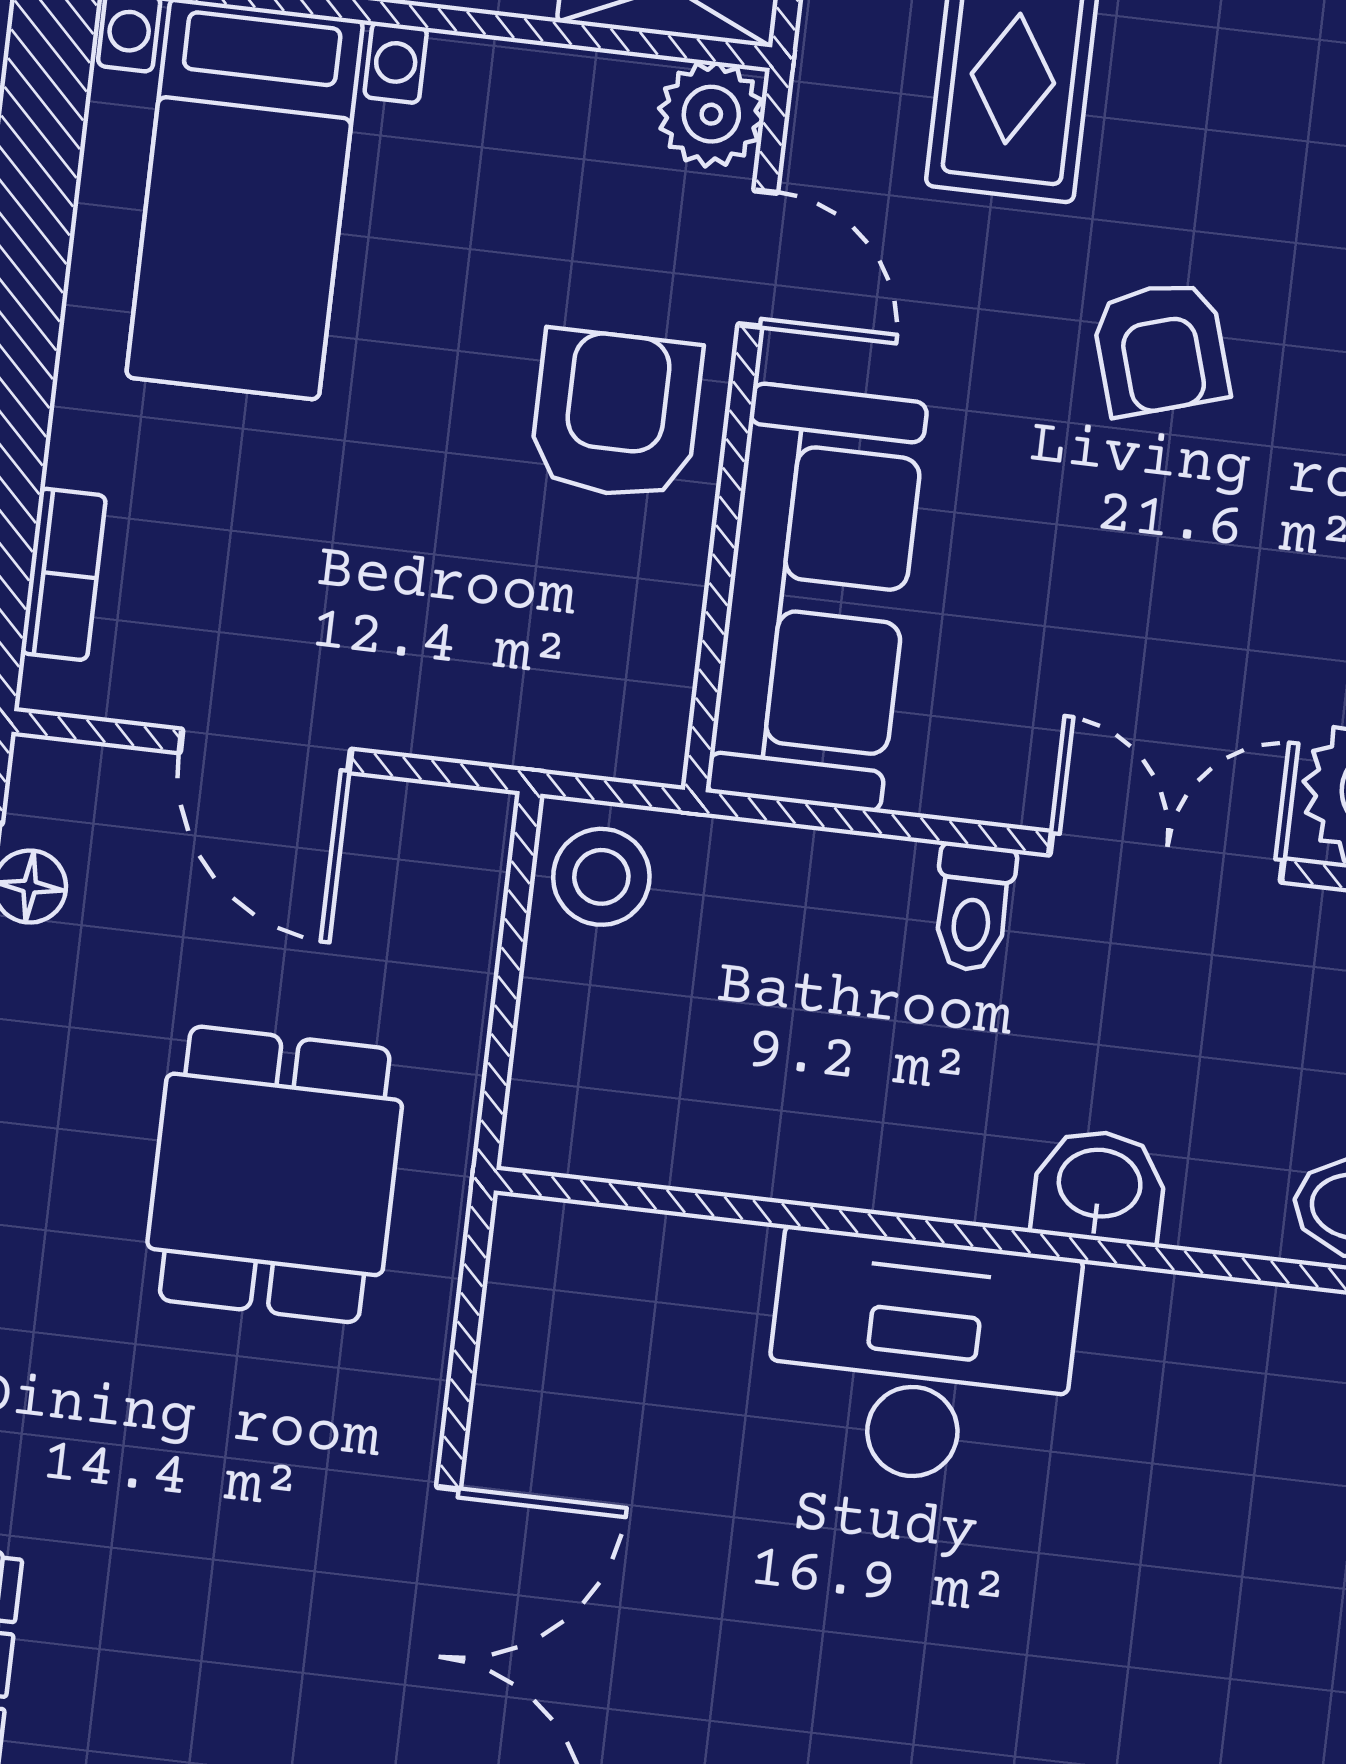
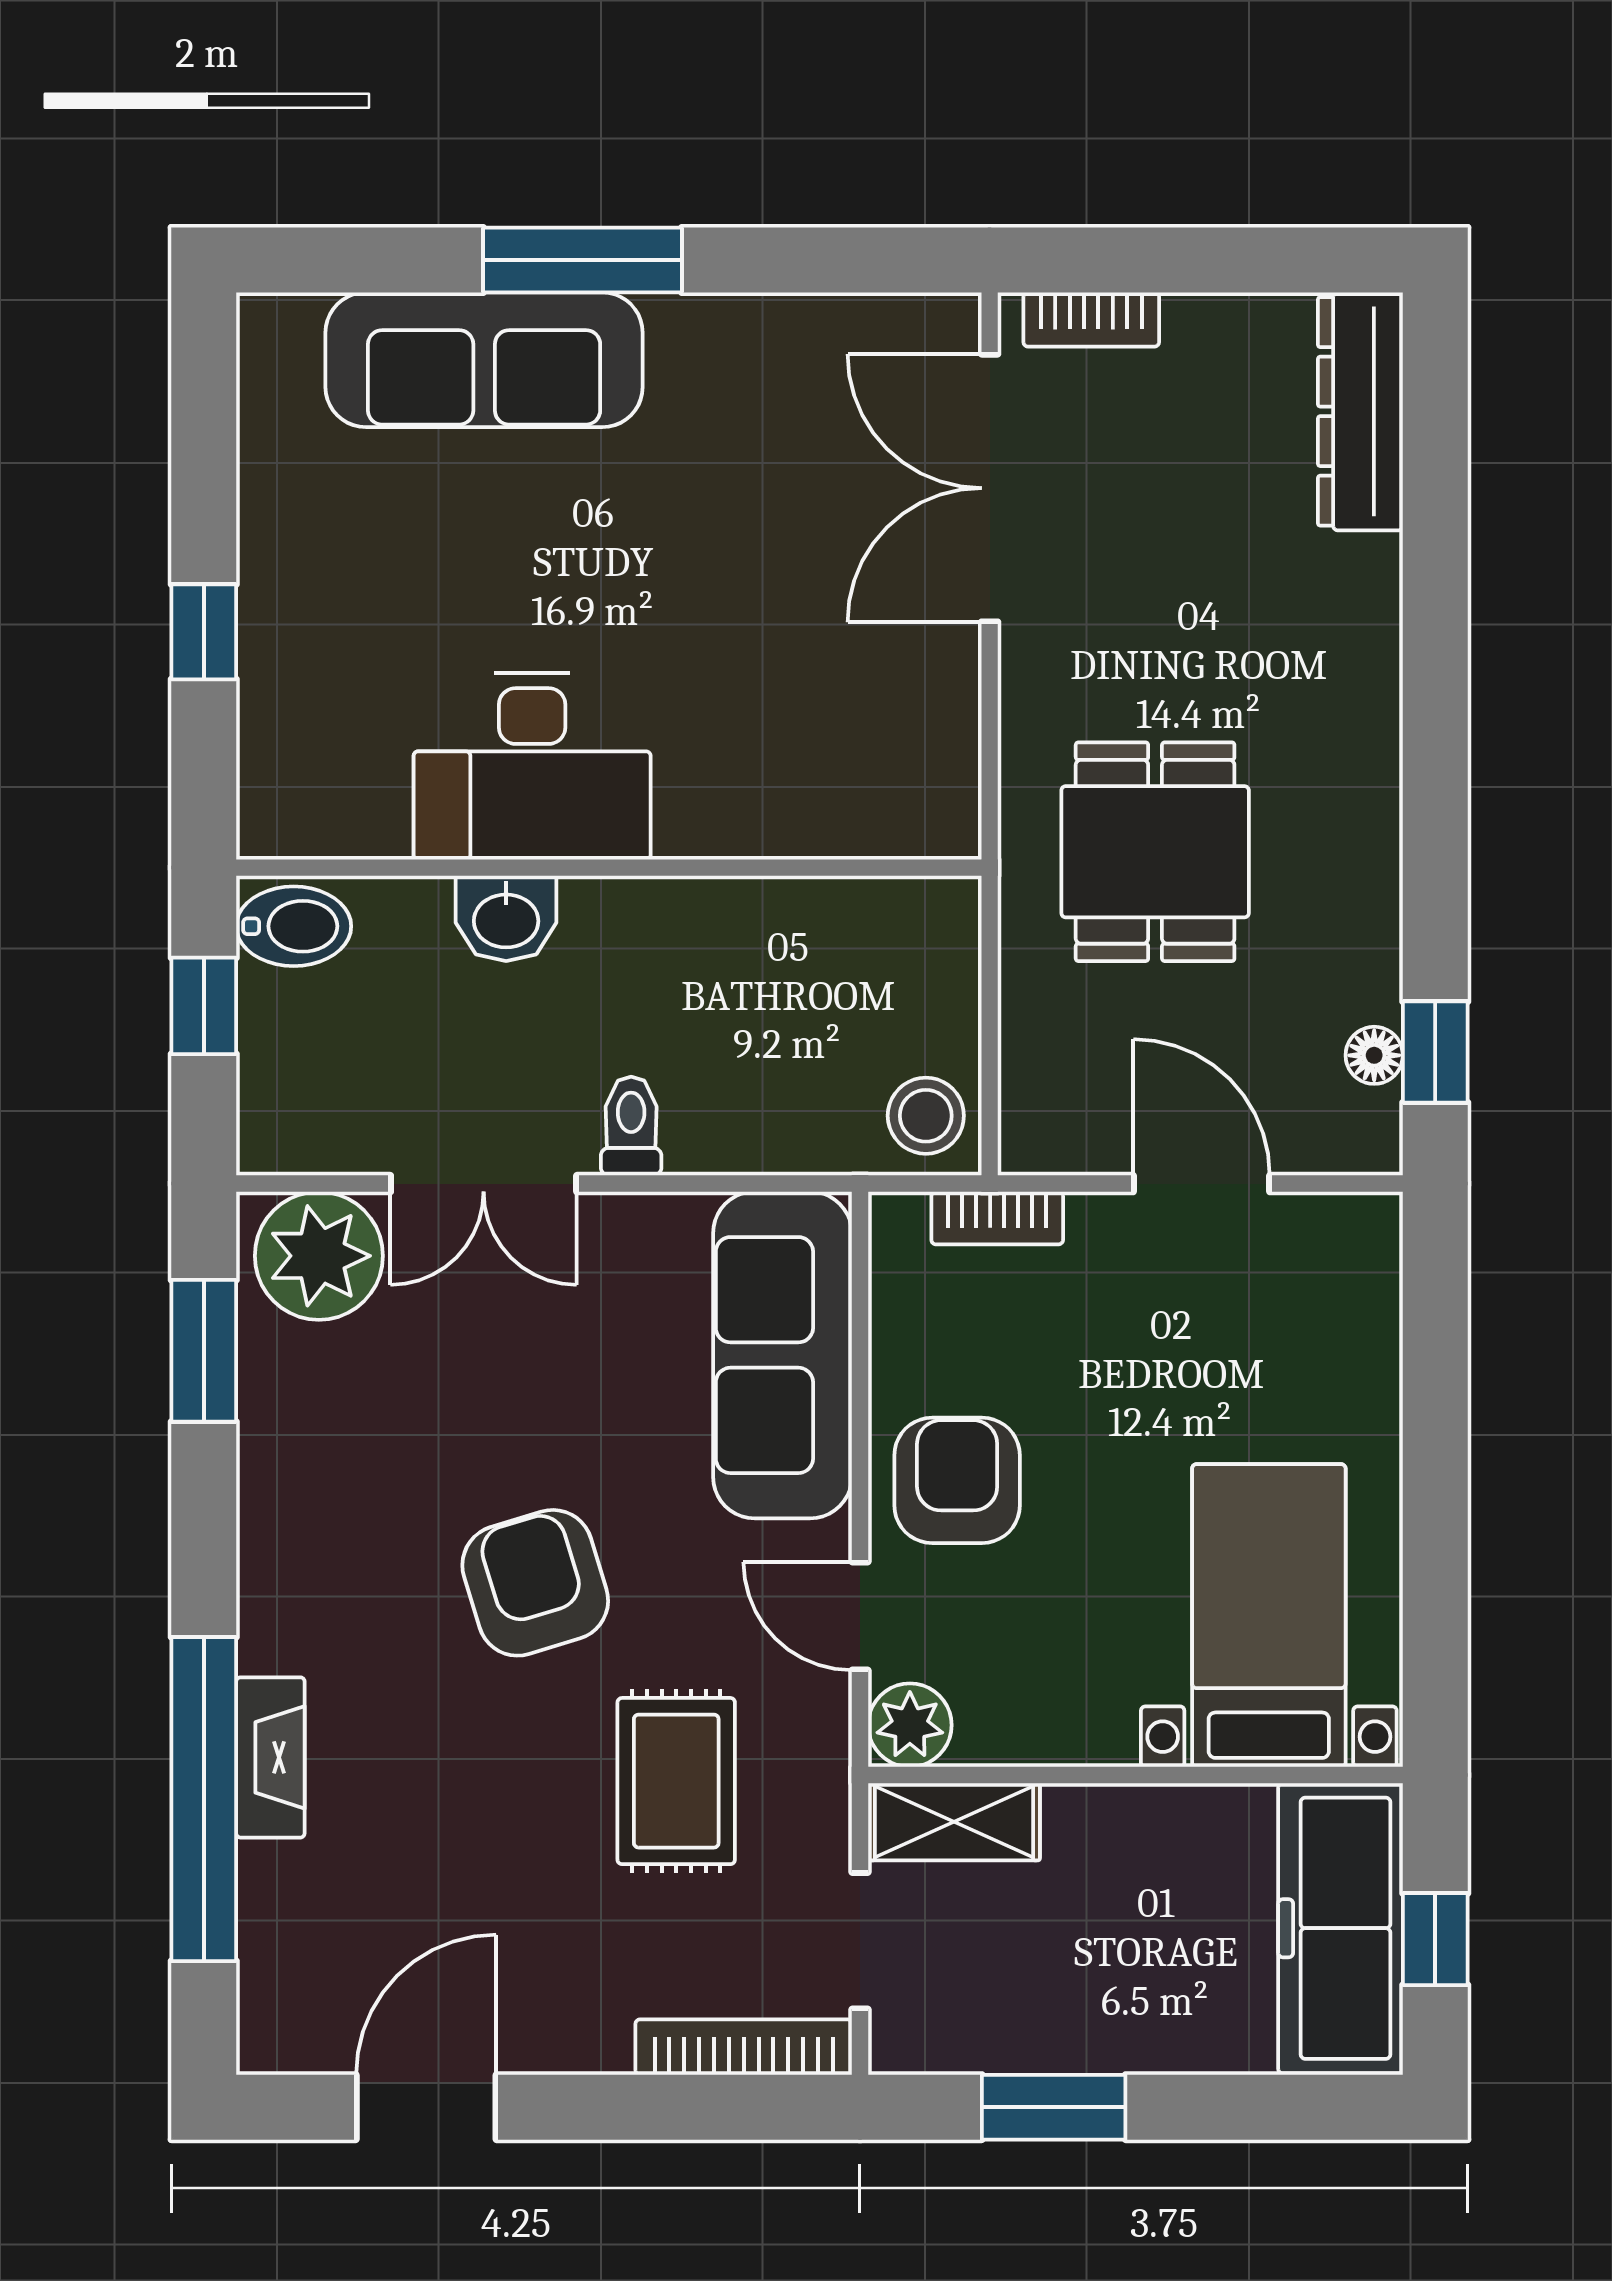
armchair: (1161, 348) -> (535, 1583), width x1.38, depth x1.38
armchair: (616, 414) -> (957, 1480), turned 180
bookcase: (63, 574) -> (997, 1218), moved, turned -90
desk: (921, 1359) -> (532, 766), moved

